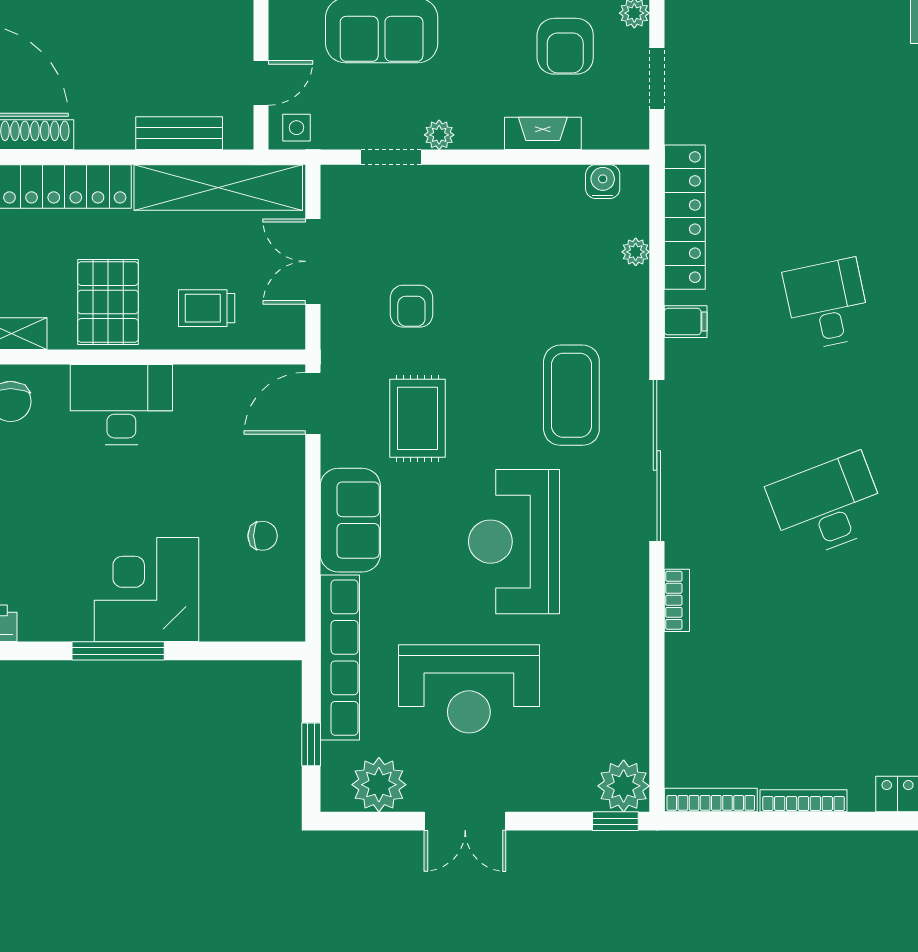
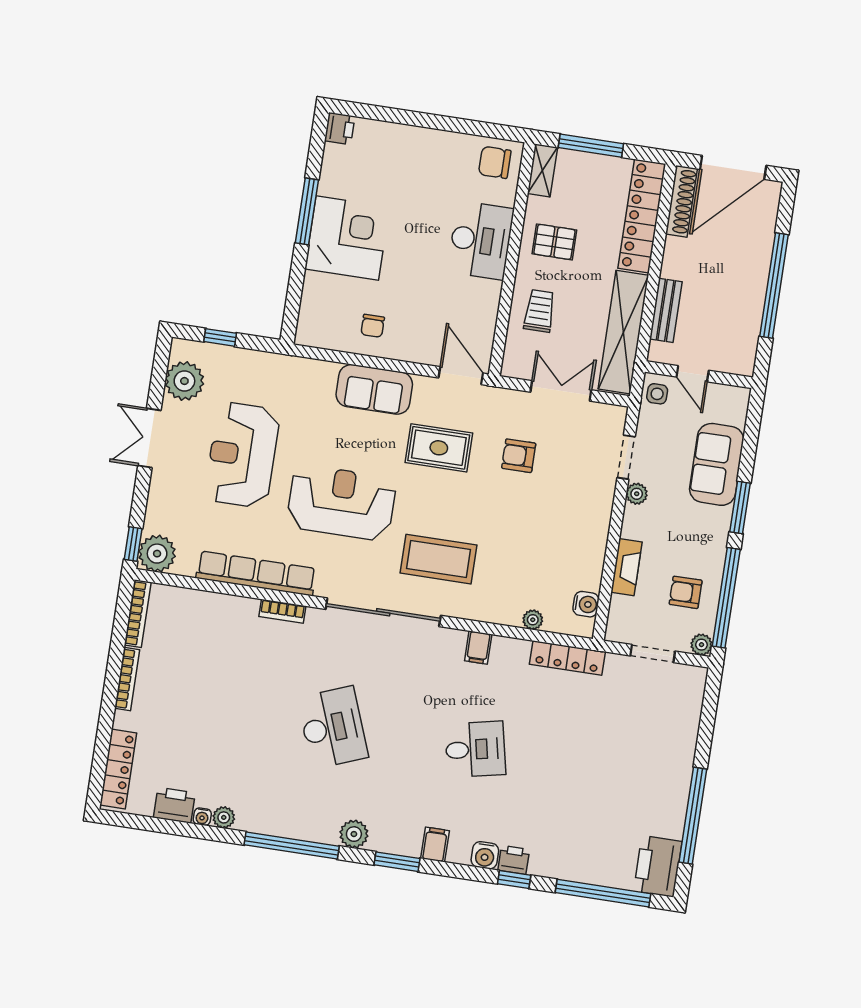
armchair: (565, 46) -> (686, 592), width x0.72, depth x0.72
locker: (685, 217) -> (567, 658), width x0.71, depth x0.83
pallet: (108, 302) -> (554, 242), width x0.67, depth x0.71
row of seats: (340, 658) -> (256, 573), moved, turned 180

